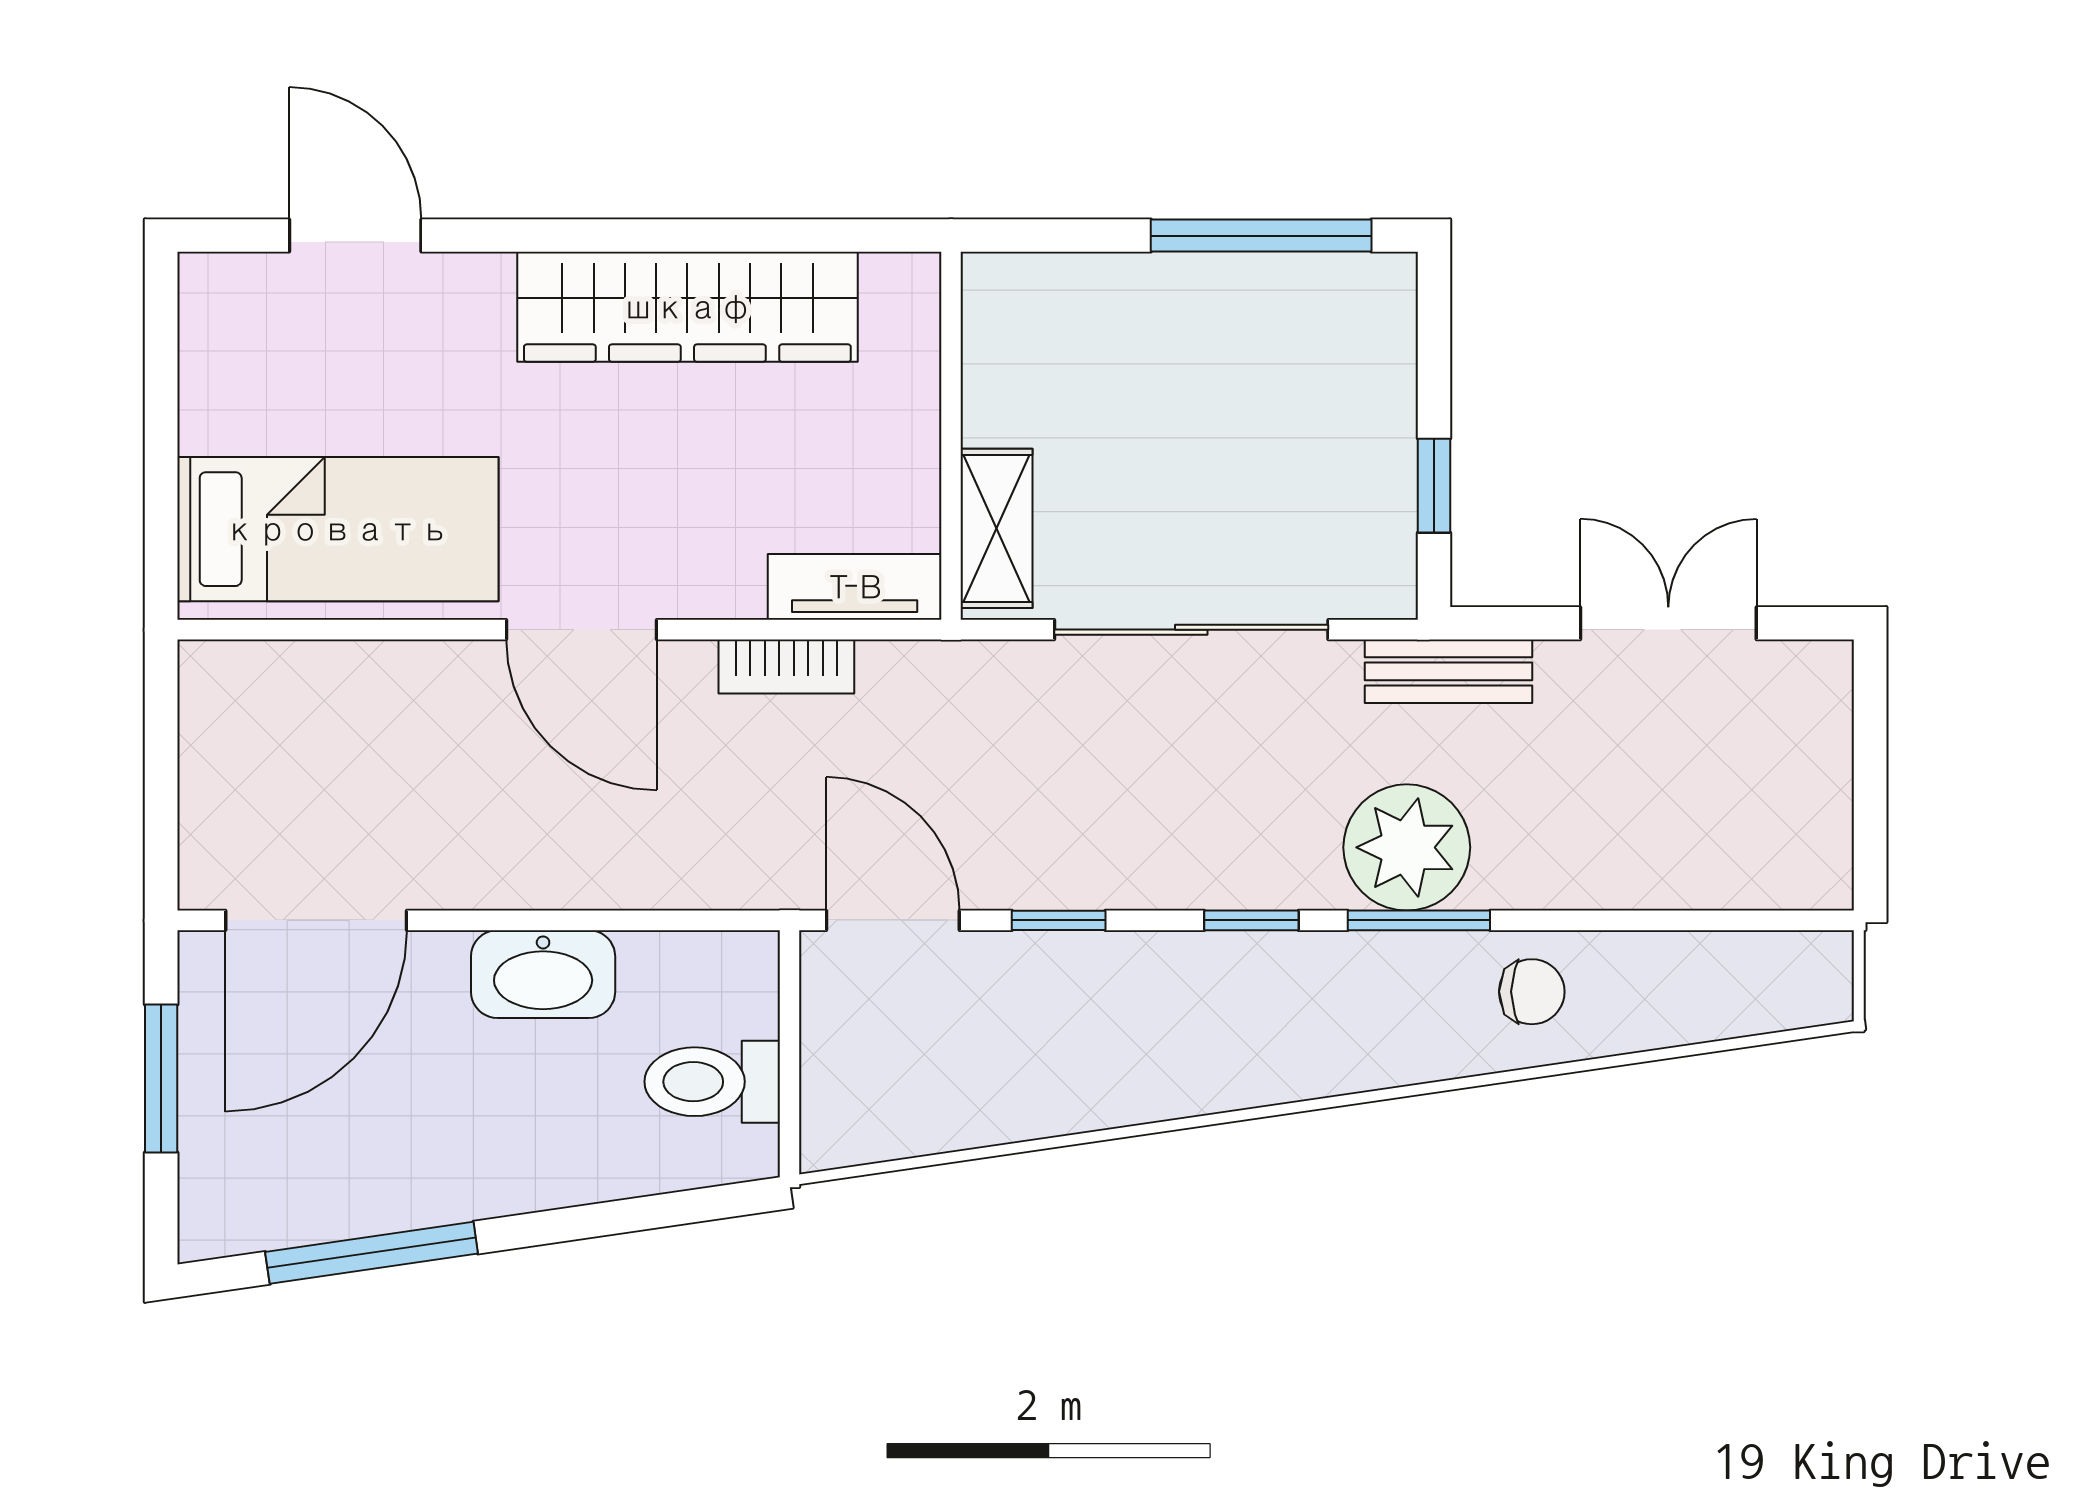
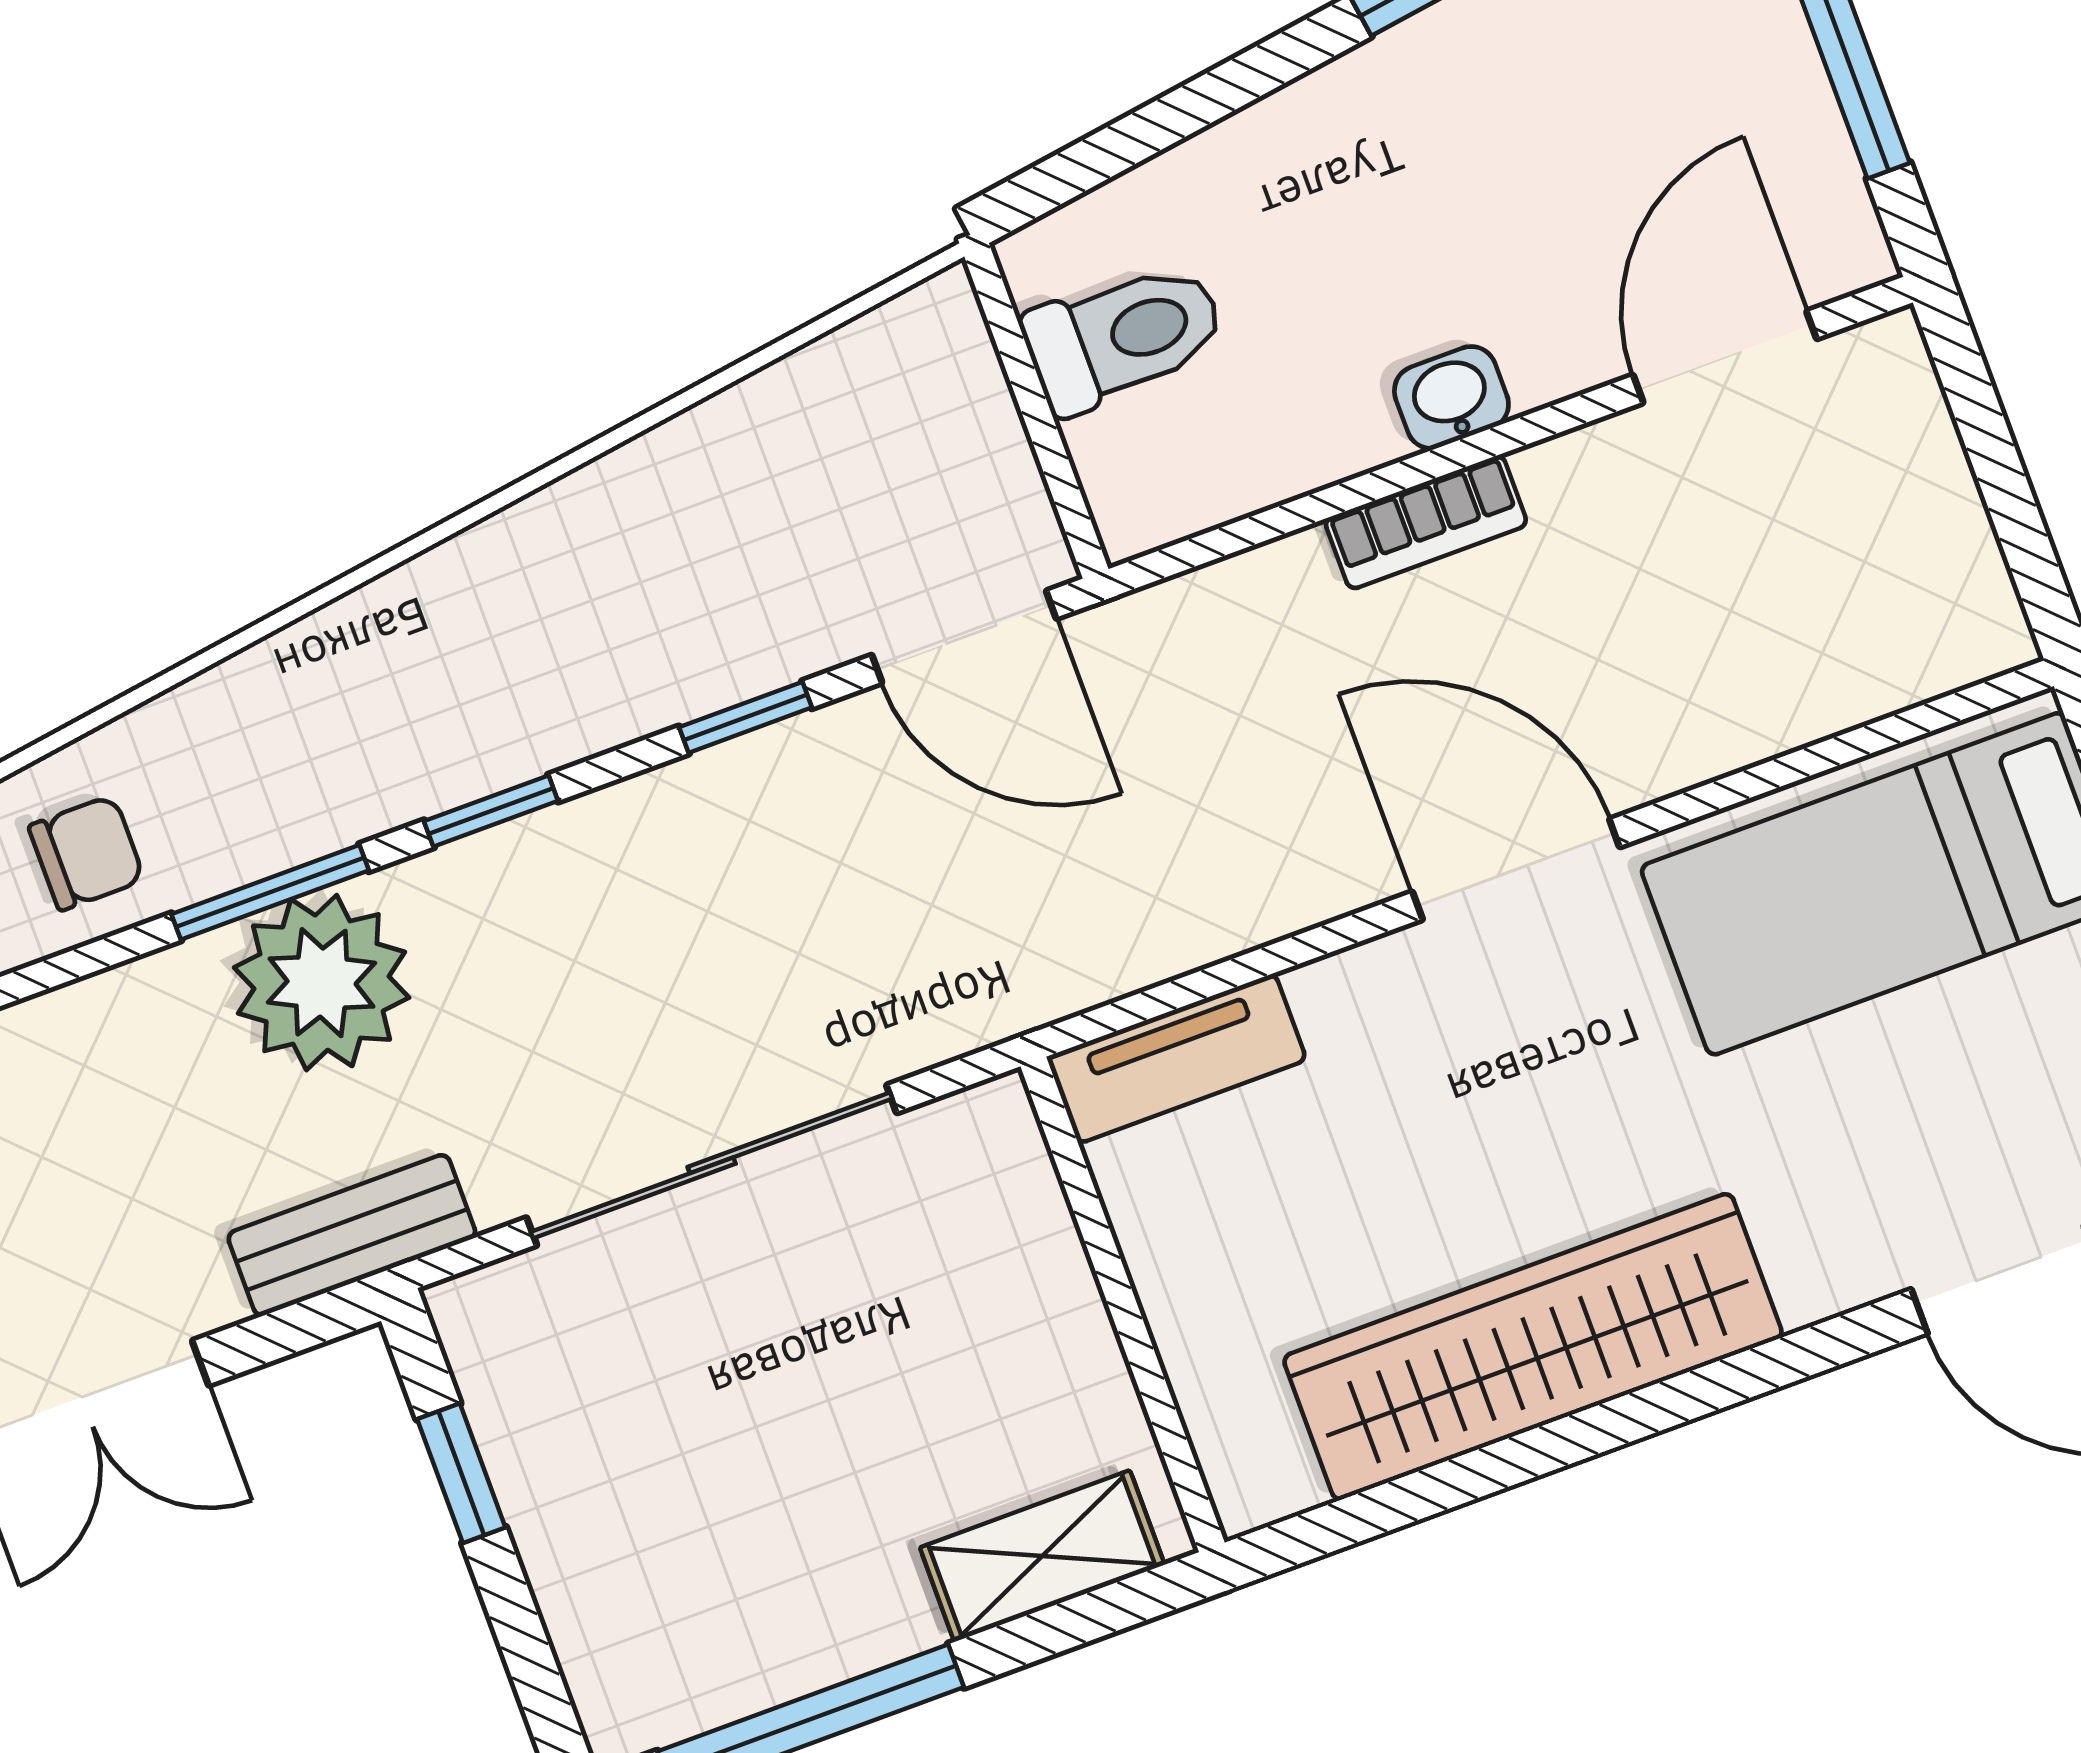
shelving: (997, 528) -> (1042, 1556), moved, turned 90
bookcase: (786, 666) -> (1426, 522), moved, turned 180
door: (316, 920) -> (1725, 357), width x0.73
washbasin: (543, 974) -> (1451, 398), width x0.52, depth x0.69
chair: (1532, 992) -> (87, 853), turned 180

